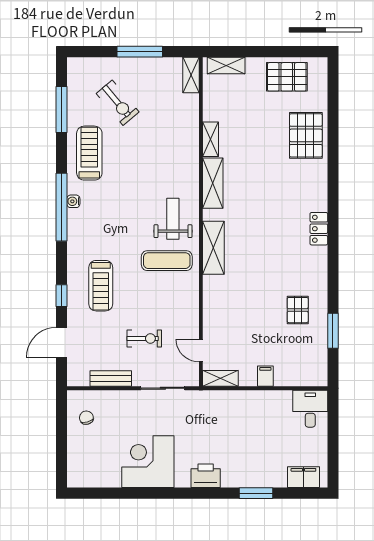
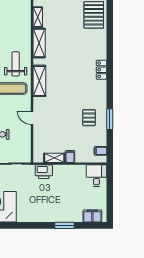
window: (333, 331) -> (110, 119), moved
door: (201, 351) -> (32, 118), moved
filing cabinet: (317, 367) -> (100, 151), added
shelving: (220, 378) -> (54, 158), moved
printer: (206, 476) -> (44, 172), moved, turned 180

